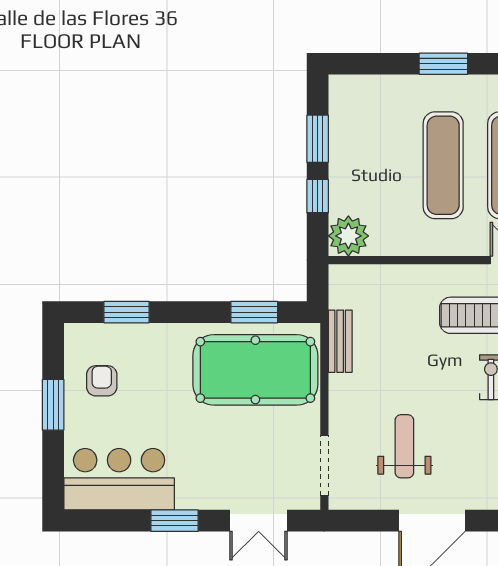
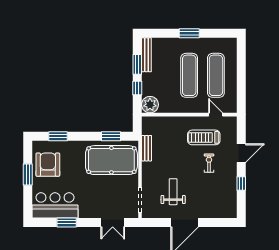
bench: (340, 116) -> (146, 55), added
armchair: (102, 381) -> (48, 165), width x1.88, depth x1.88
window: (174, 521) -> (67, 222), moved

